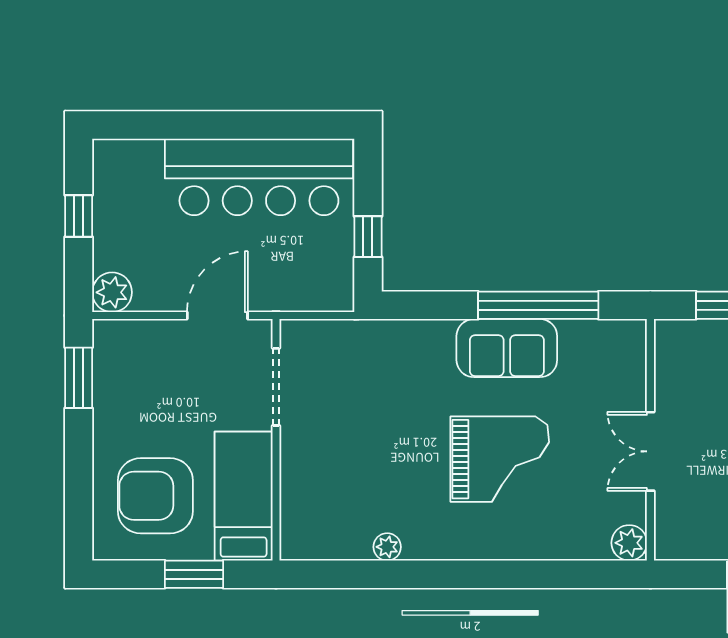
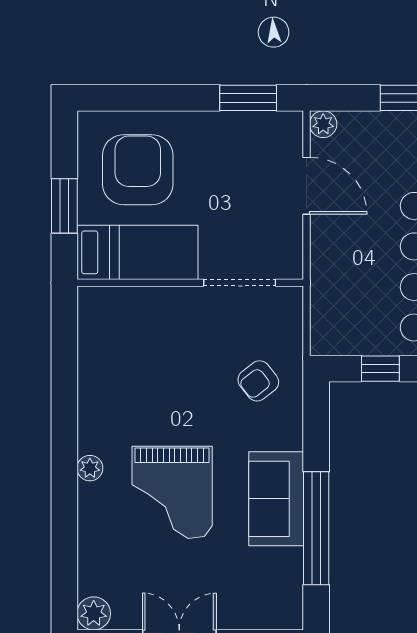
plant: (112, 292) -> (323, 124), width x0.73, depth x0.73
door: (217, 316) -> (306, 186), moved
armchair: (381, 367) -> (258, 381), added
plant: (387, 547) -> (90, 468), moved

